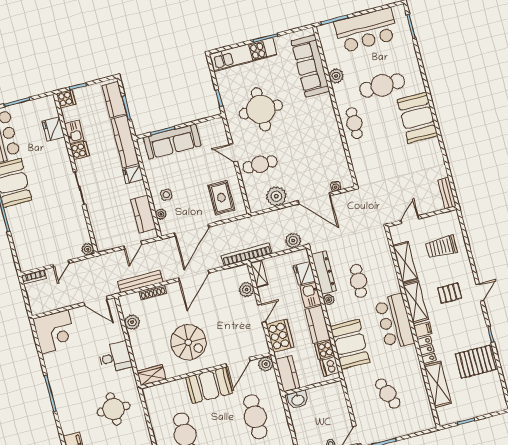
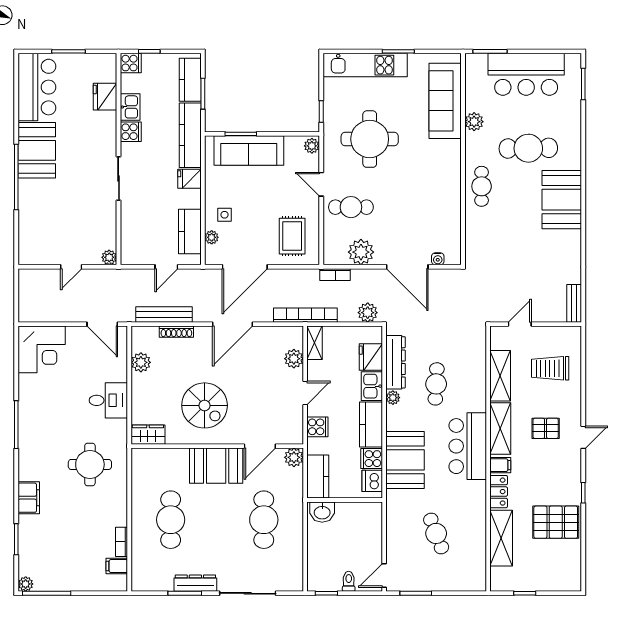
plant: (219, 126) -> (312, 146), added
bookcase: (34, 277) -> (335, 275), moved
cooker: (280, 336) -> (317, 427), width x0.53, depth x0.76

